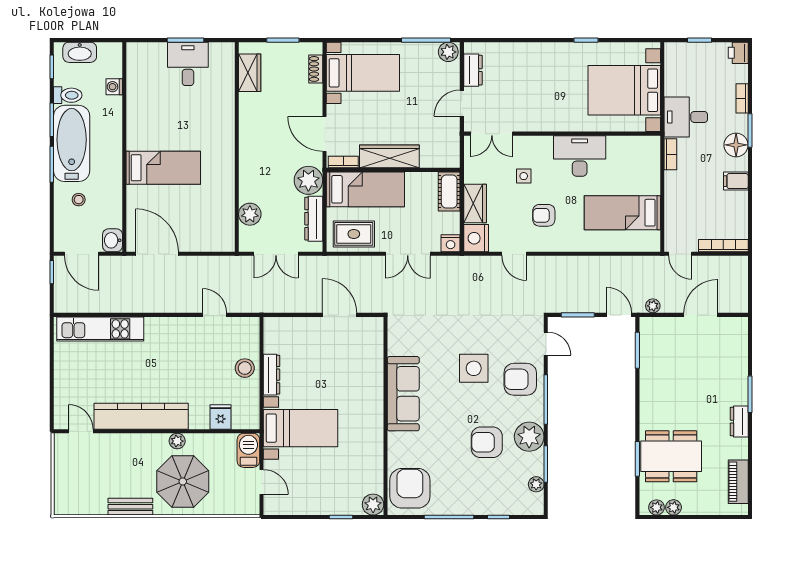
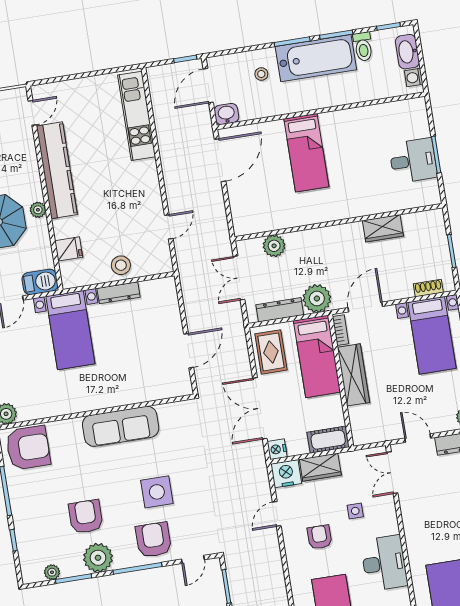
wardrobe: (250, 73) -> (383, 228), moved
washing machine: (114, 87) -> (414, 78), moved, turned -90
double door: (408, 254) -> (260, 408), width x1.37

